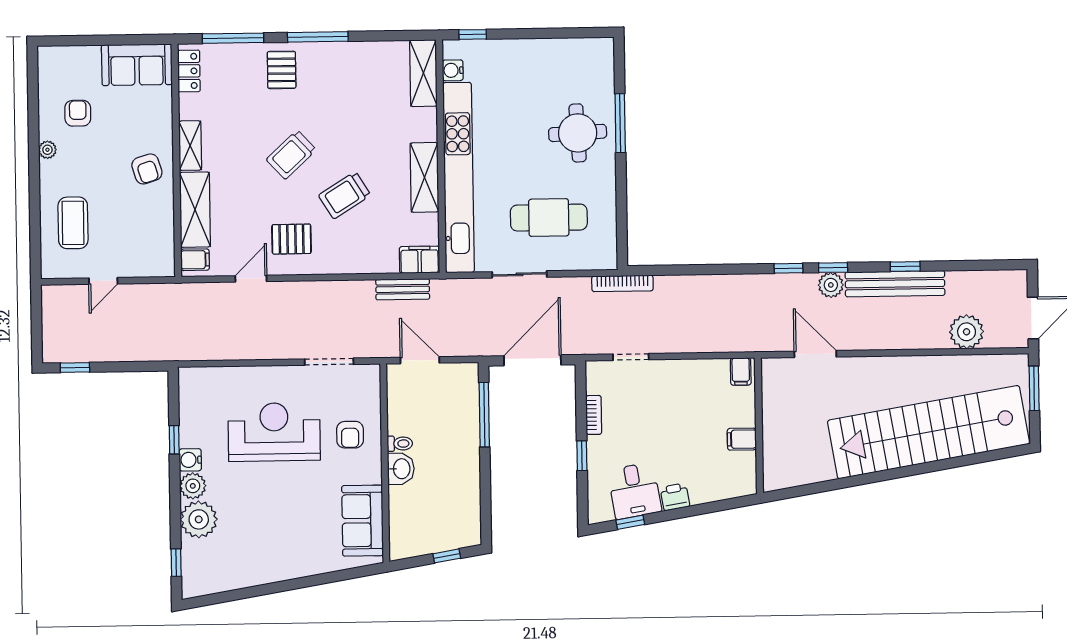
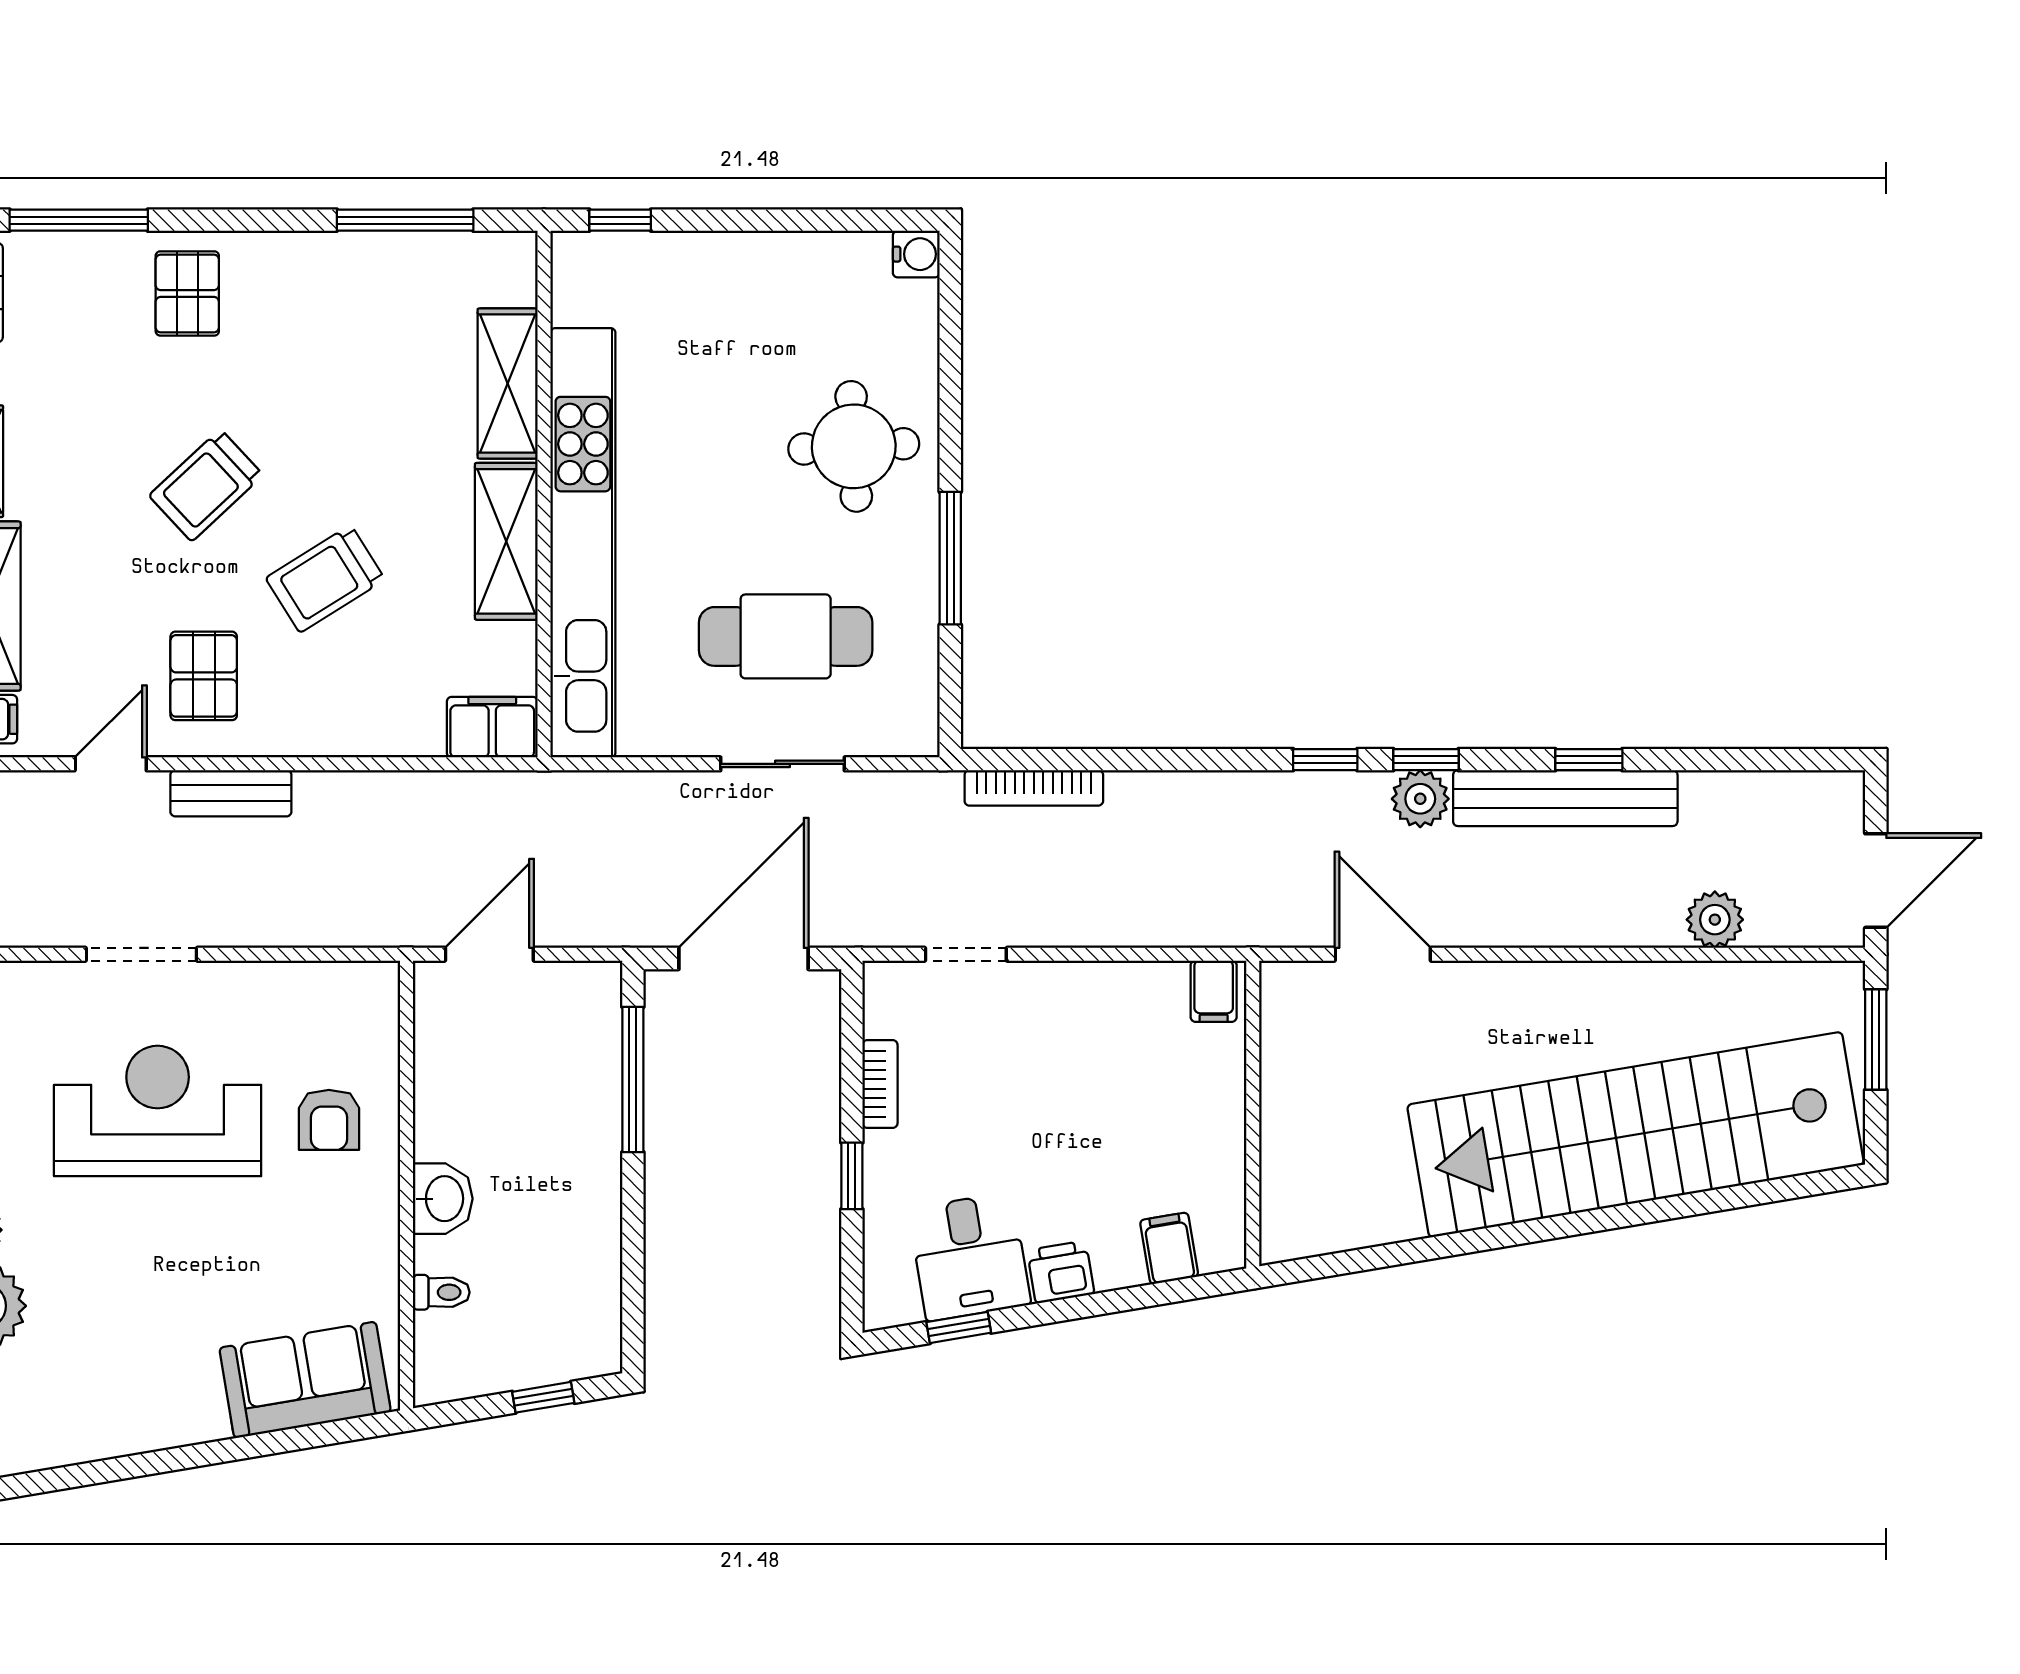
window: (318, 37) -> (405, 220), moved
water cooler: (453, 70) -> (916, 254), moved, turned 180
shelving: (423, 73) -> (508, 384), moved
window: (620, 123) -> (950, 558), moved
pallet: (292, 239) -> (204, 676), turned 90
sliding door: (519, 274) -> (783, 764), moved
bookcase: (622, 283) -> (1034, 788), moved
bench: (403, 289) -> (231, 793), moved
plant: (967, 332) -> (1715, 920), width x0.73, depth x0.73
door: (420, 360) -> (489, 954), hinge flipped
doorway: (329, 362) -> (141, 954), moved
filing cabinet: (742, 439) -> (1169, 1248), moved, turned 80
toilet: (400, 444) -> (441, 1292), moved
sofa: (363, 521) -> (305, 1380), moved, turned 80

